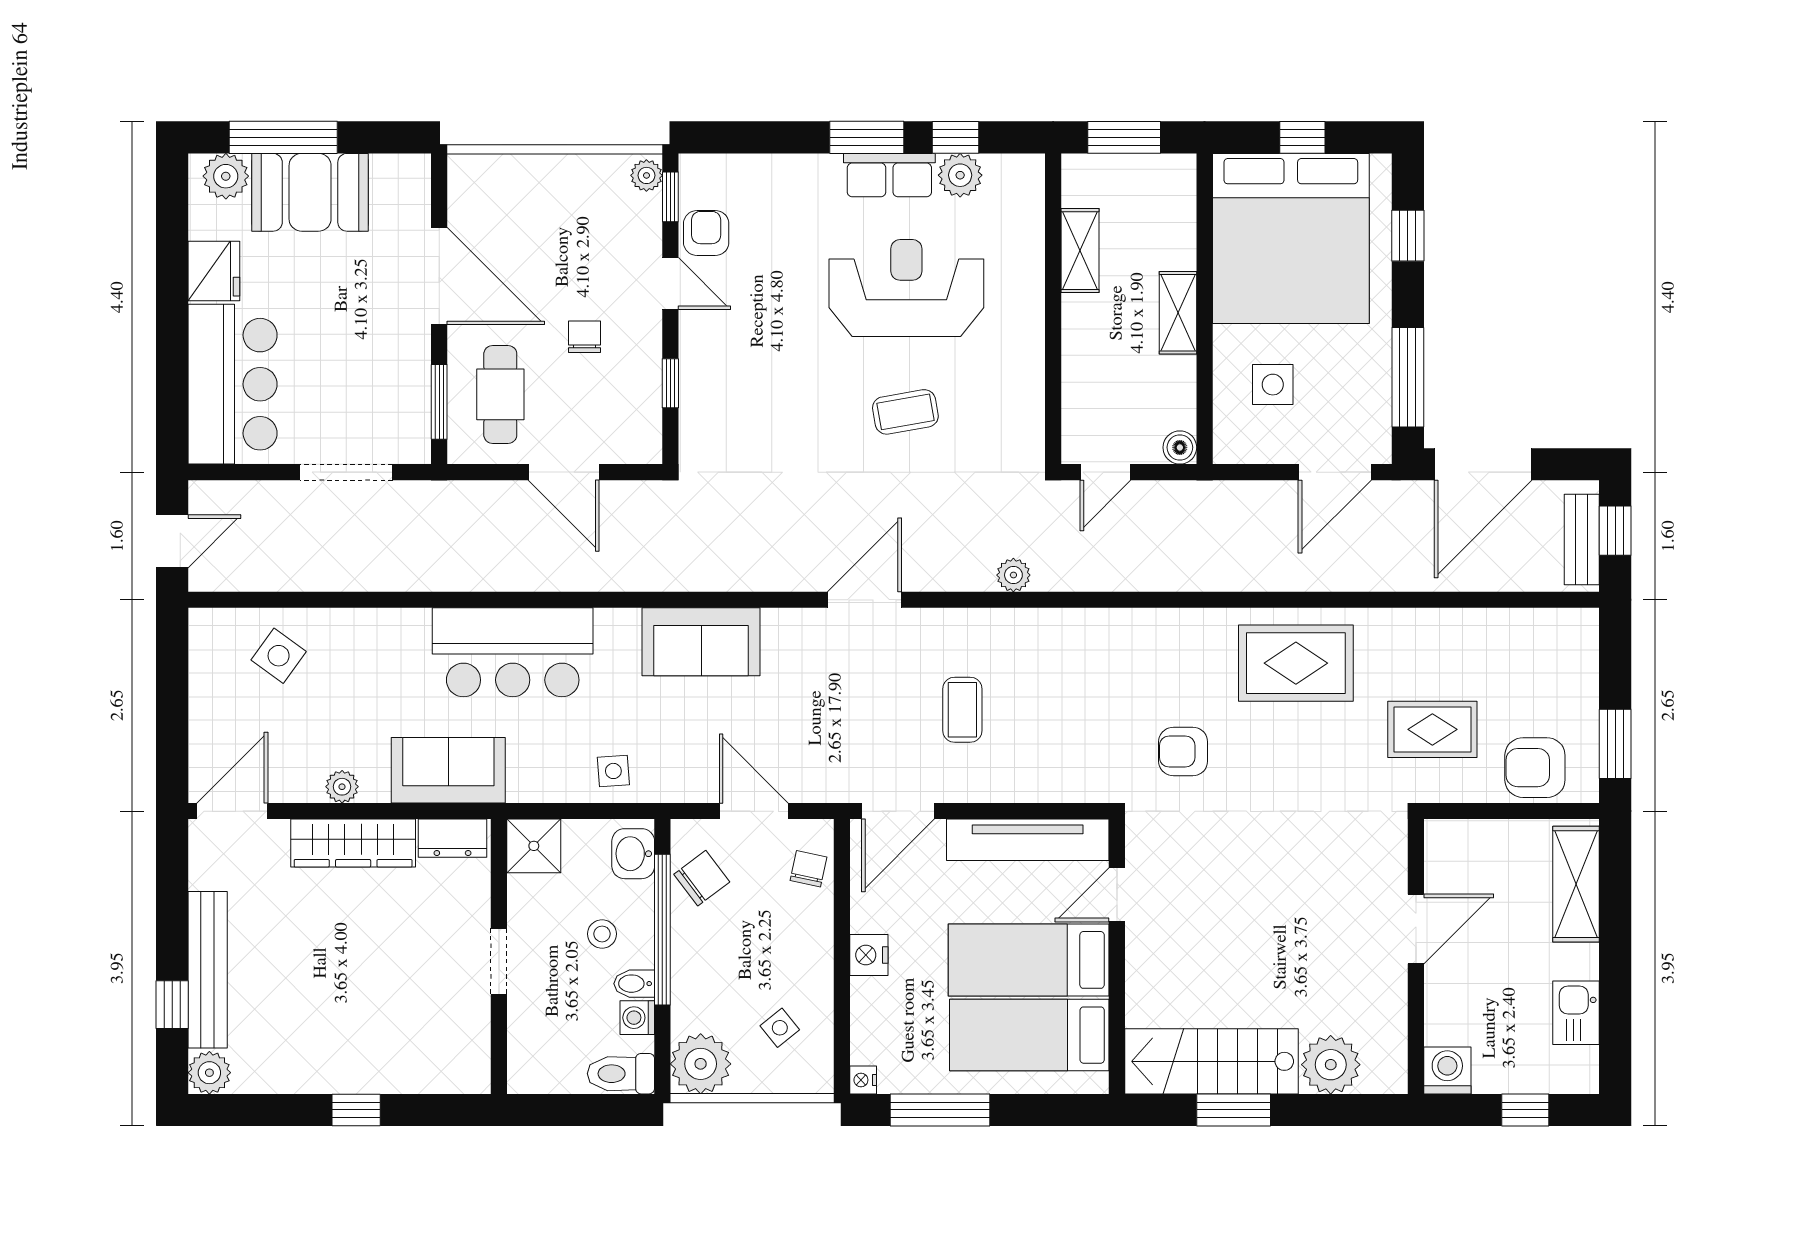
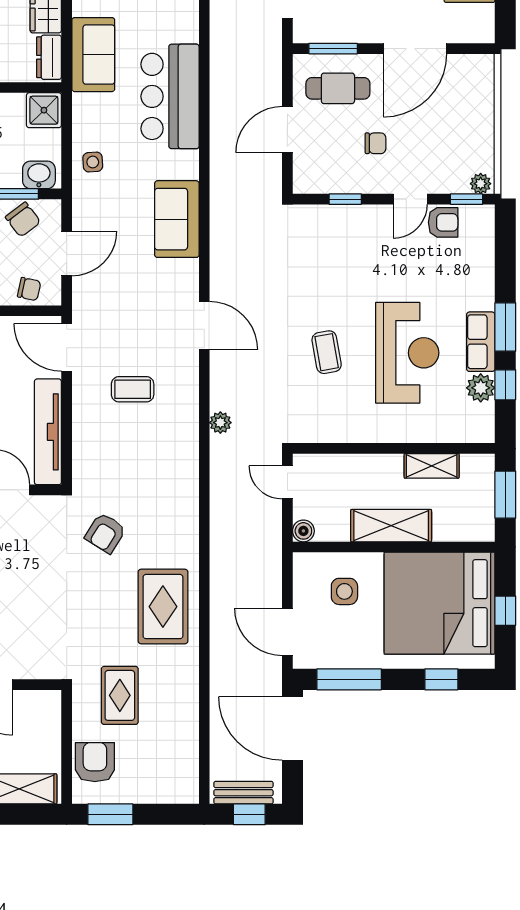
shelving: (1178, 313) -> (391, 526), width x1.50, depth x1.33
armchair: (1183, 751) -> (105, 533), turned -148

